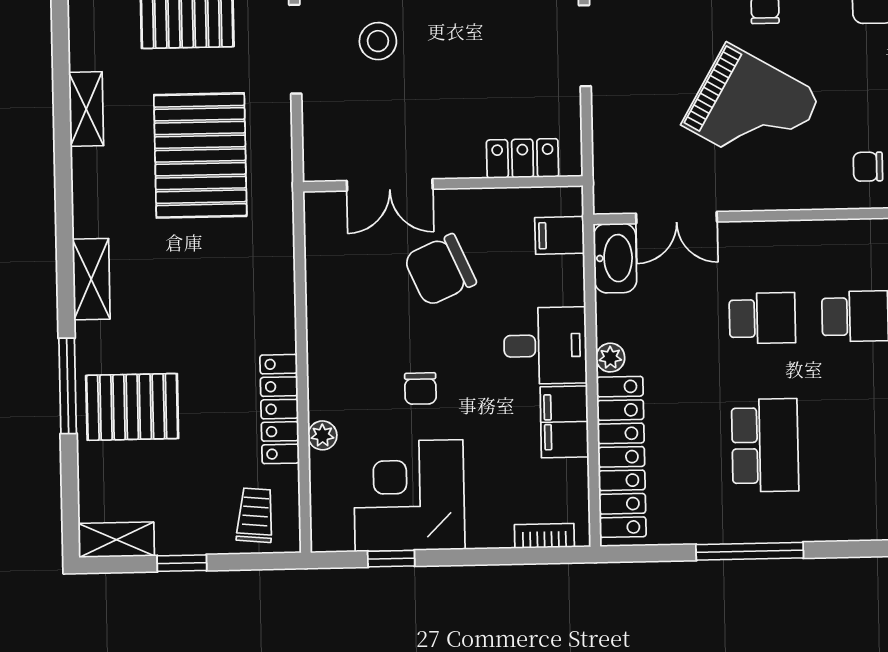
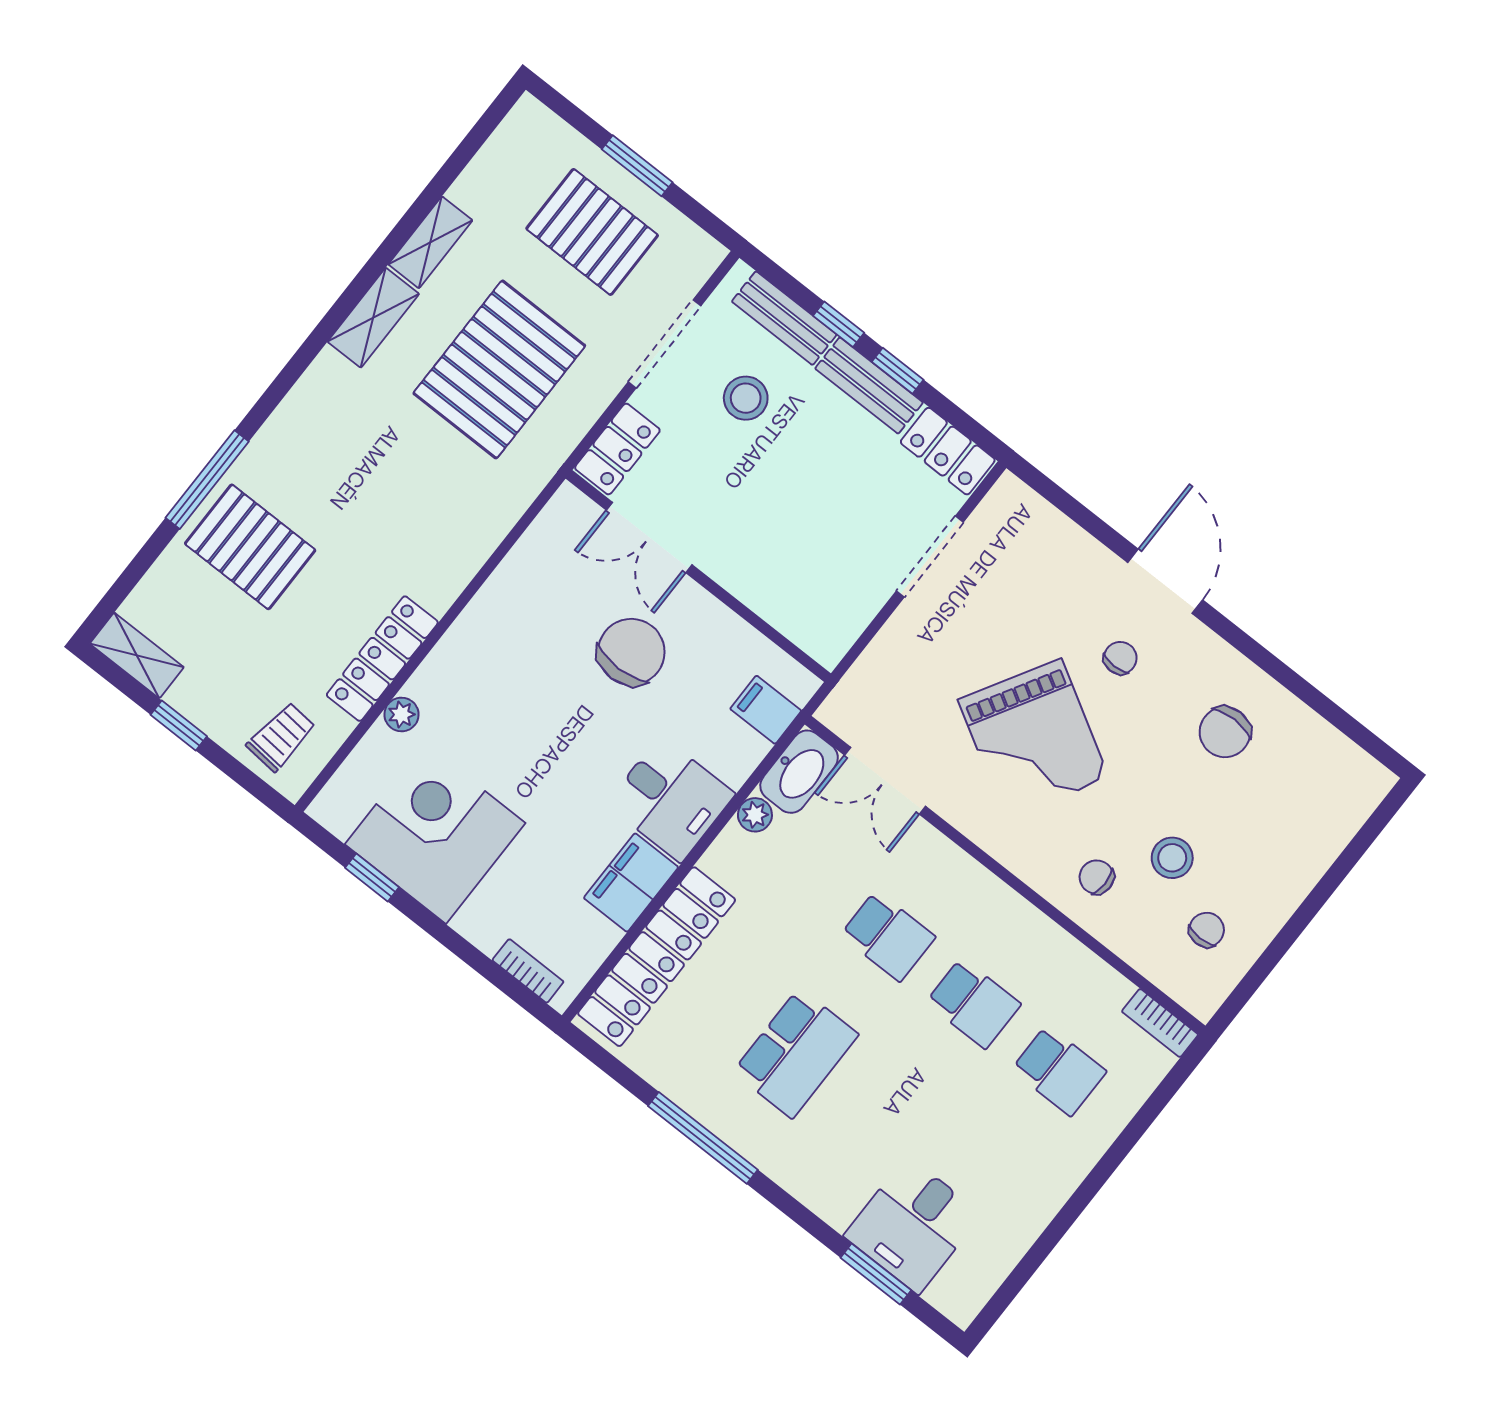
locker: (523, 158) -> (617, 449), moved, turned 90
chair: (440, 270) -> (631, 652), turned 113
shelving: (91, 279) -> (373, 318), moved
plant: (610, 358) -> (755, 815), moved
chair: (420, 389) -> (525, 745), removed

